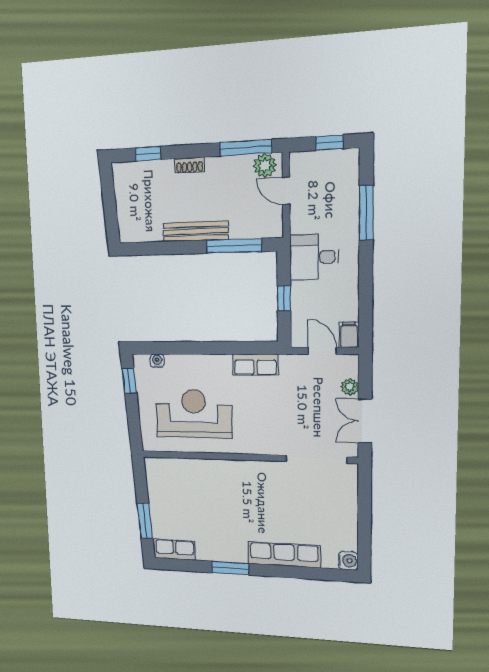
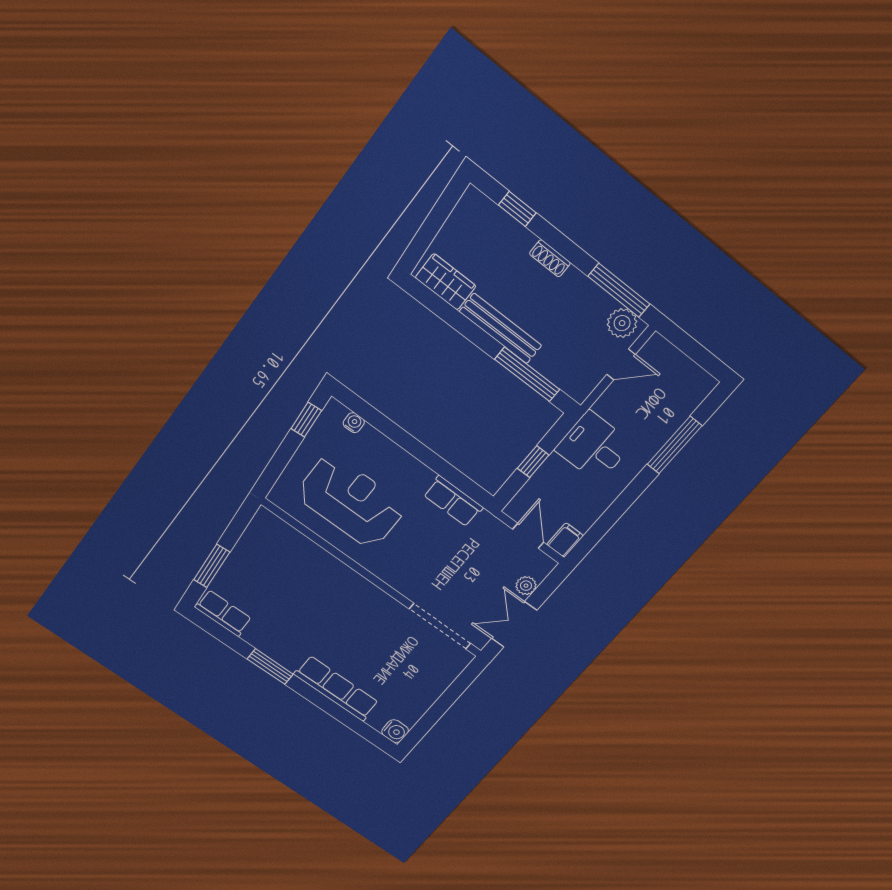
window: (329, 143) -> (698, 354), removed
door: (286, 191) -> (621, 364), swing flipped
wardrobe: (142, 231) -> (446, 282), added

